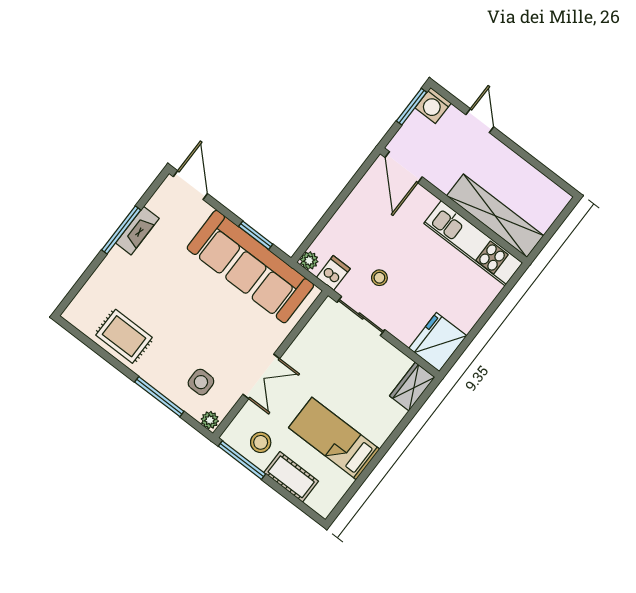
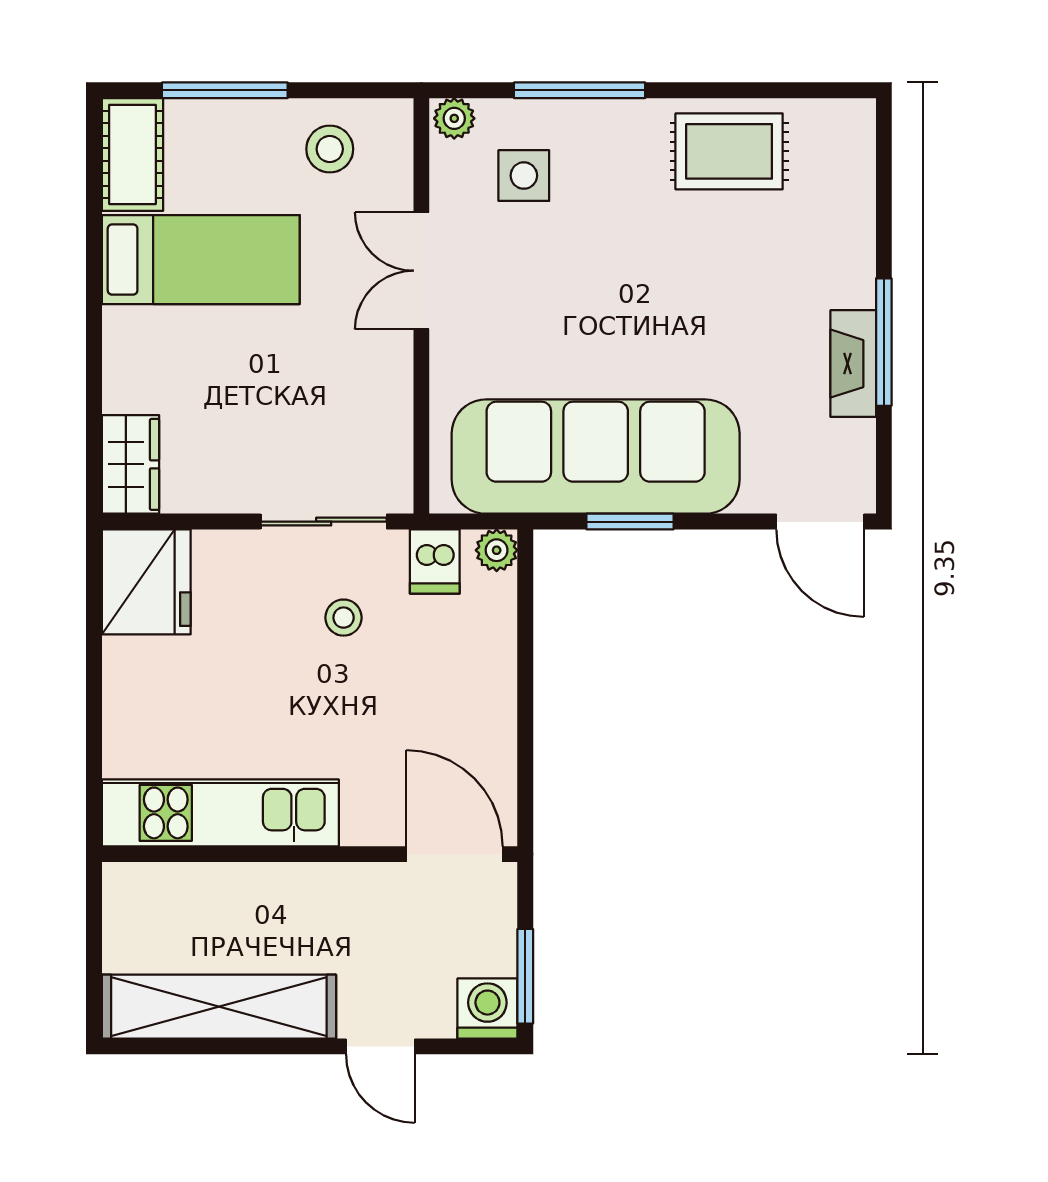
shelving: (495, 216) -> (219, 1007), moved
window: (242, 460) -> (225, 90), moved
cot: (291, 477) -> (132, 154), moved, turned 90

